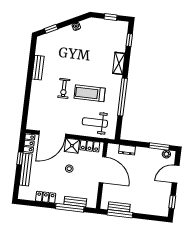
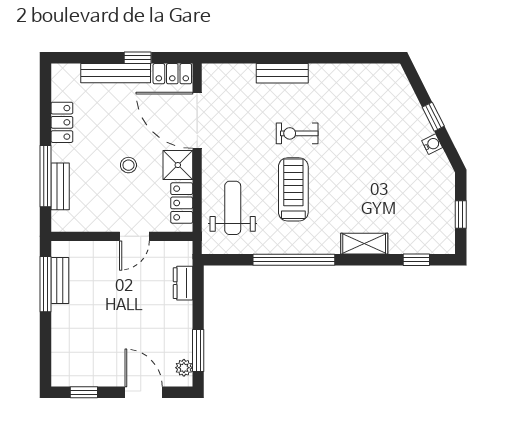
window: (51, 29) -> (433, 117), moved
bench: (38, 68) -> (282, 73), moved
door: (103, 170) -> (134, 236), width x0.53

